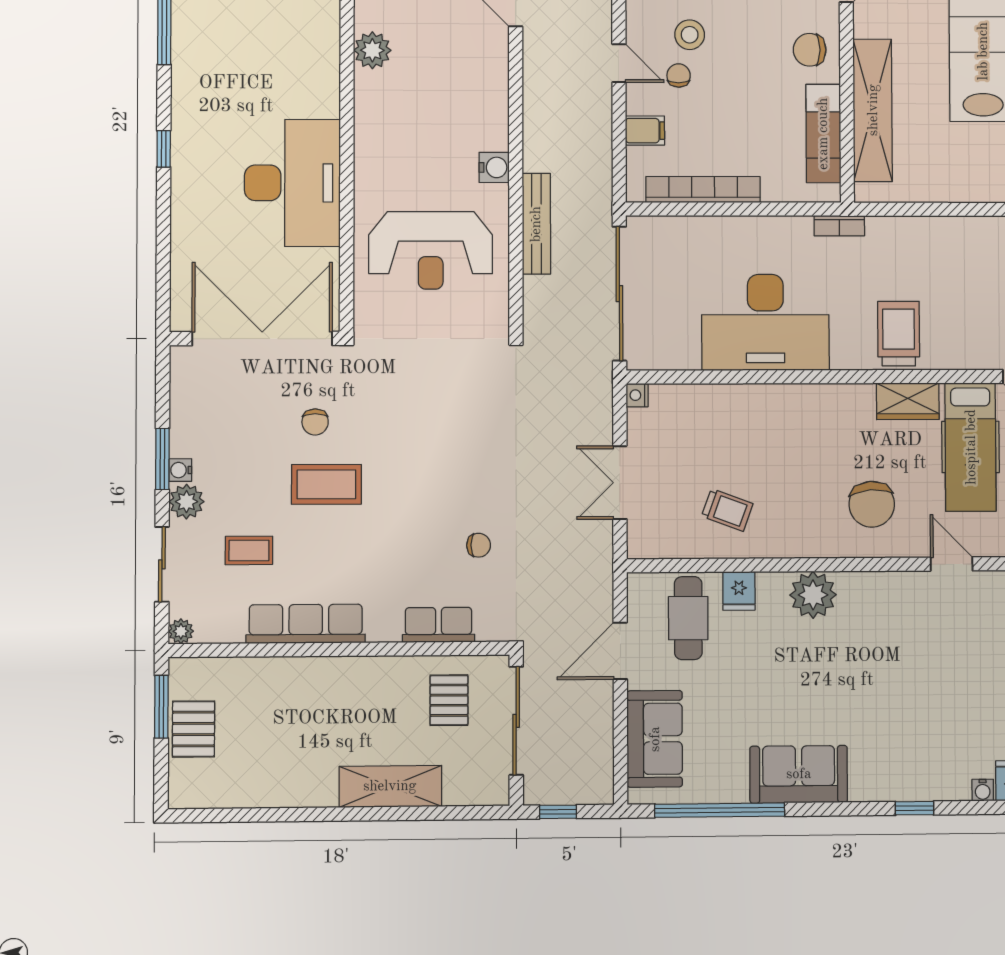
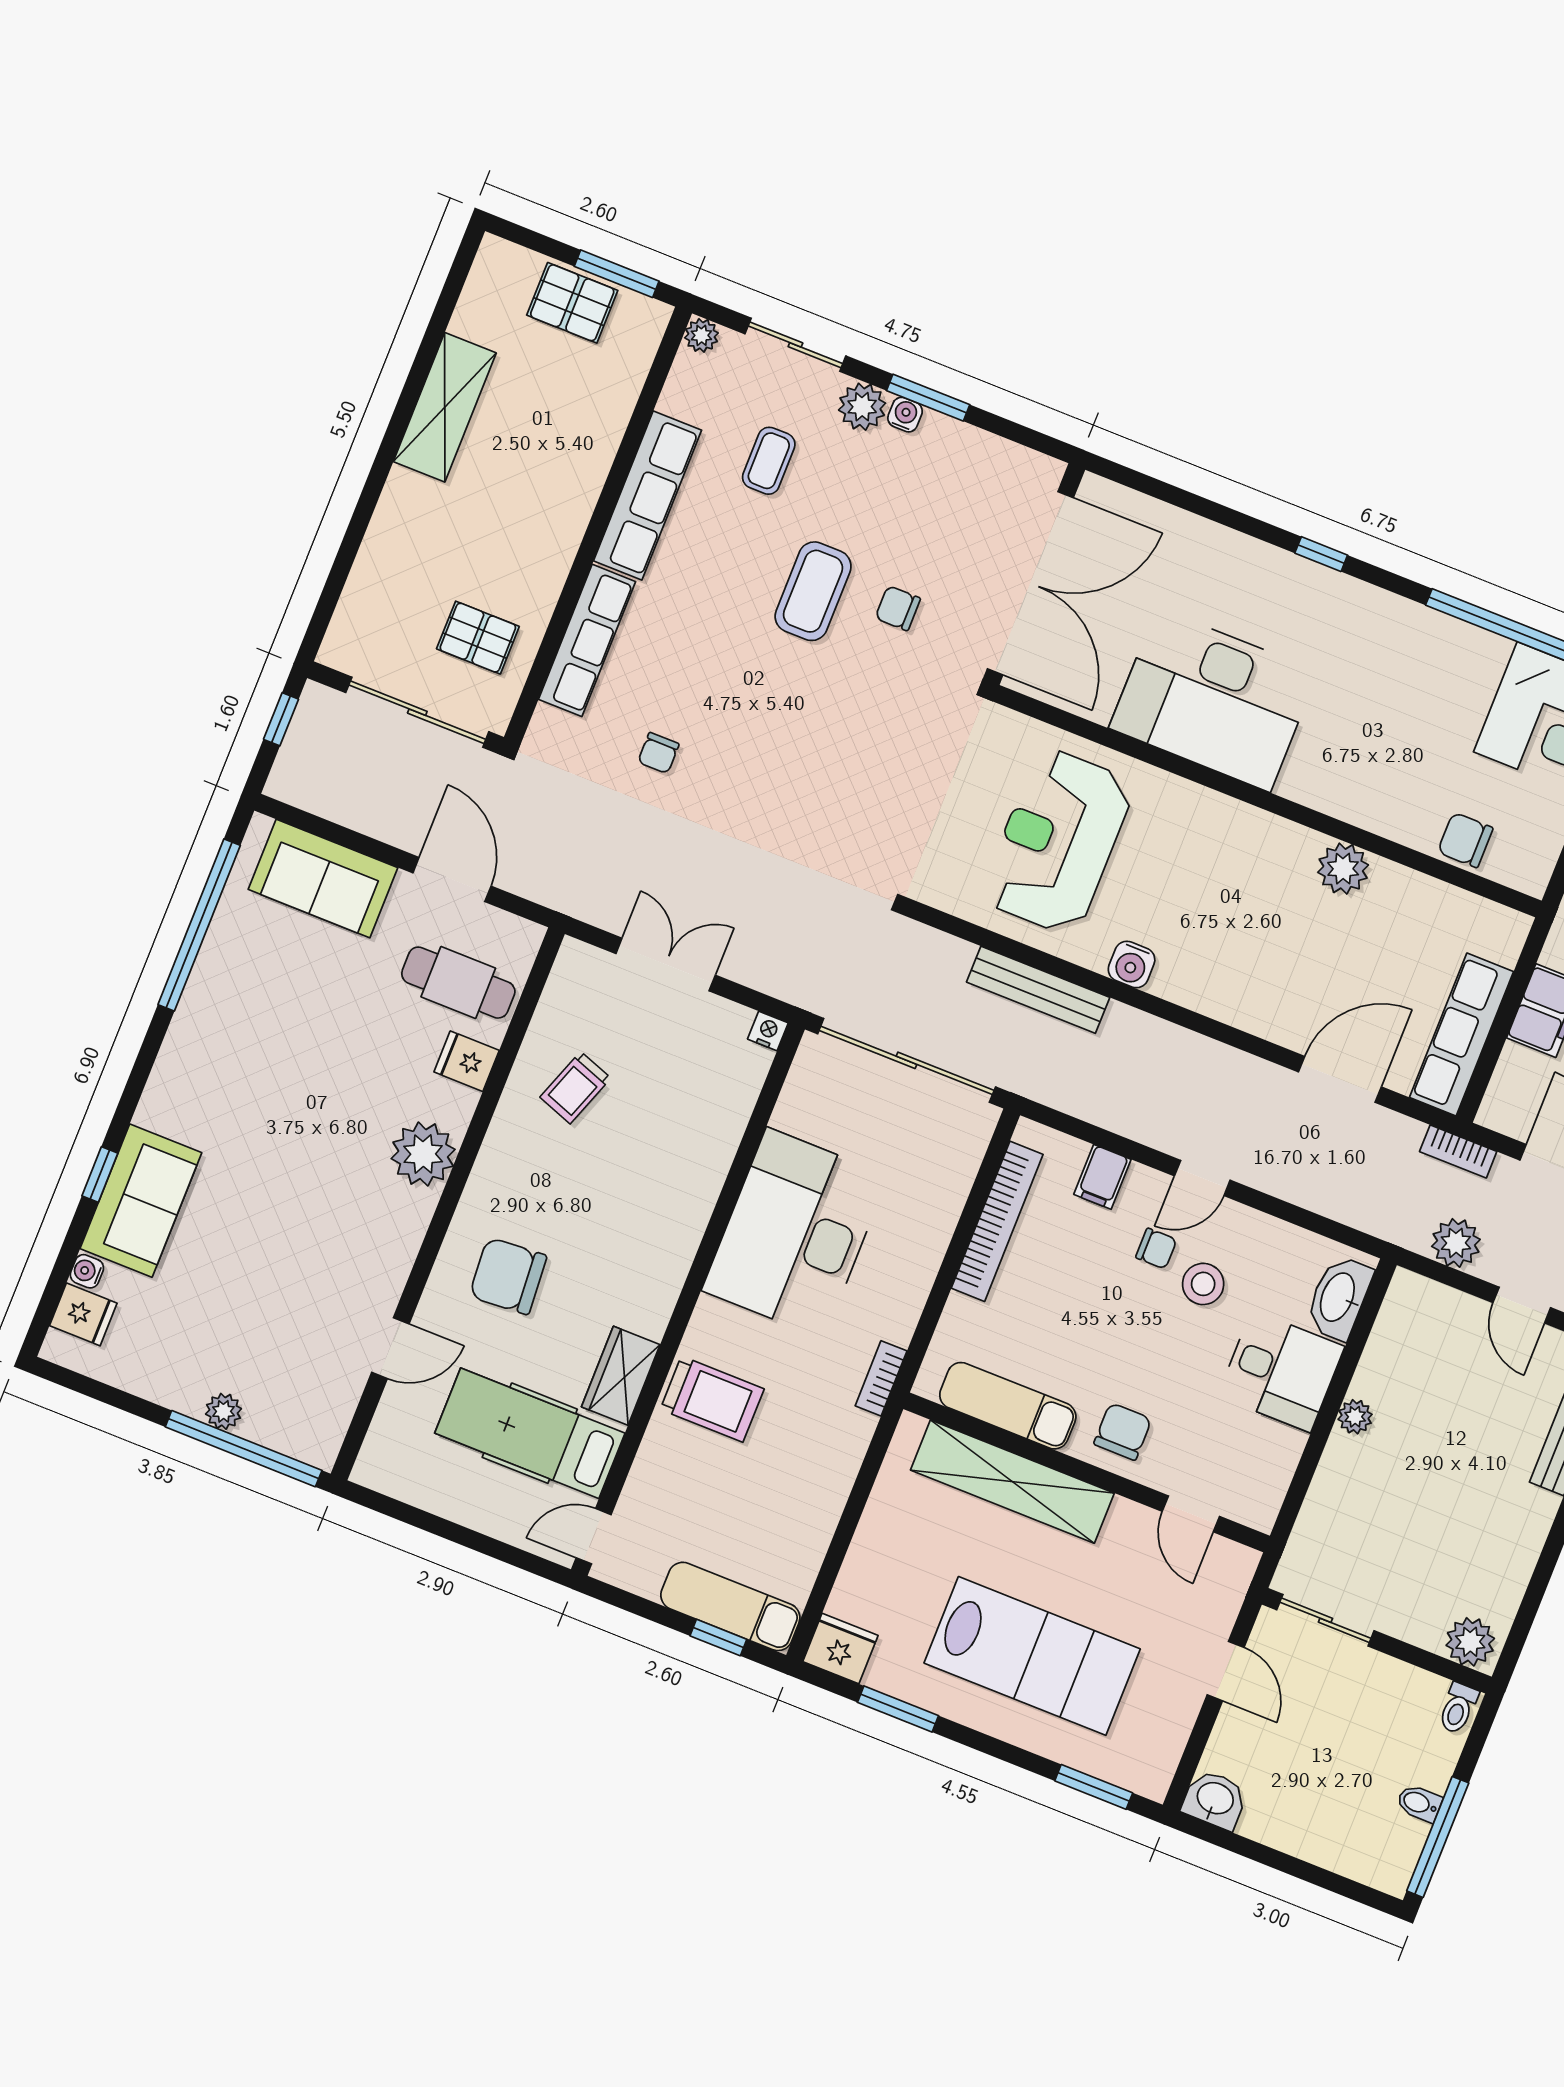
row of seats: (439, 625) -> (587, 640), width x1.48
sofa: (799, 774) -> (141, 1201), moved
shelving: (390, 786) -> (445, 407), moved

